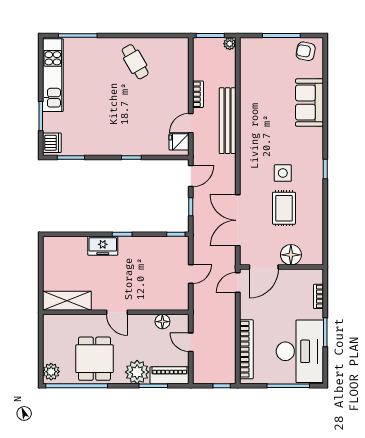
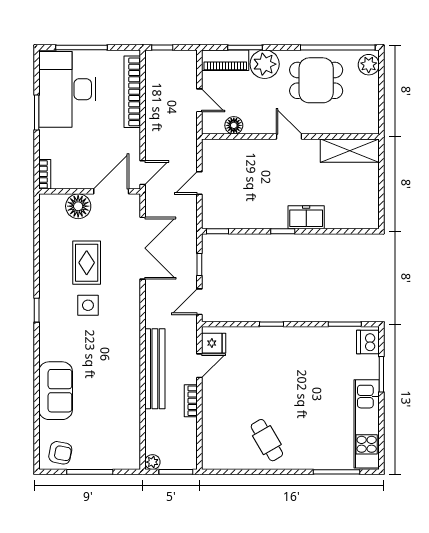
bookcase: (318, 296) -> (45, 174), moved
dining table: (95, 359) -> (316, 80), turned 90

